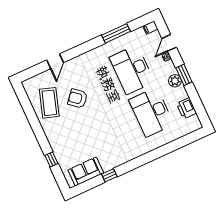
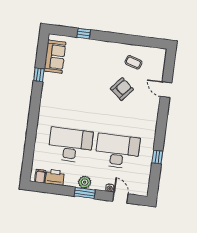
filing cabinet: (150, 28) -> (40, 176), moved
window: (116, 33) -> (157, 157), width x0.46
coffee table: (49, 103) -> (133, 62), width x0.54, depth x0.58

